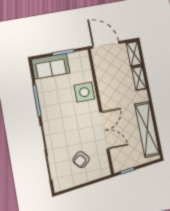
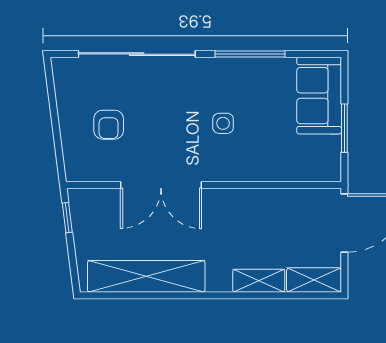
side table: (84, 92) -> (223, 123), moved, width x0.54, depth x0.54
armchair: (81, 160) -> (109, 125), turned -139

